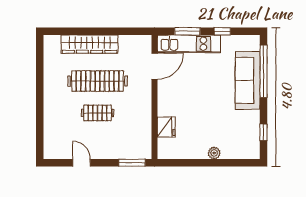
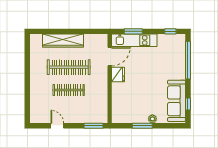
window: (222, 31) -> (170, 31), moved
sofa: (248, 80) -> (177, 101), moved
clothes rail: (97, 113) -> (69, 90), width x1.36
fridge: (166, 127) -> (118, 74), moved
window: (200, 163) -> (142, 126), added

